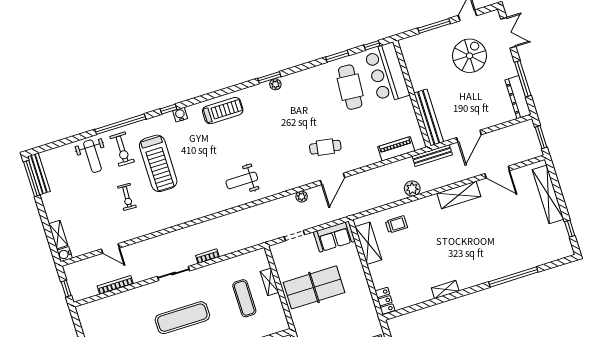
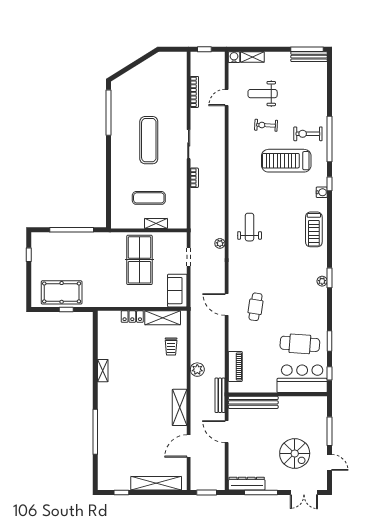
weight bench: (92, 156) -> (263, 94), moved
plant: (302, 197) -> (220, 243), moved
locker: (385, 301) -> (132, 317), moved

